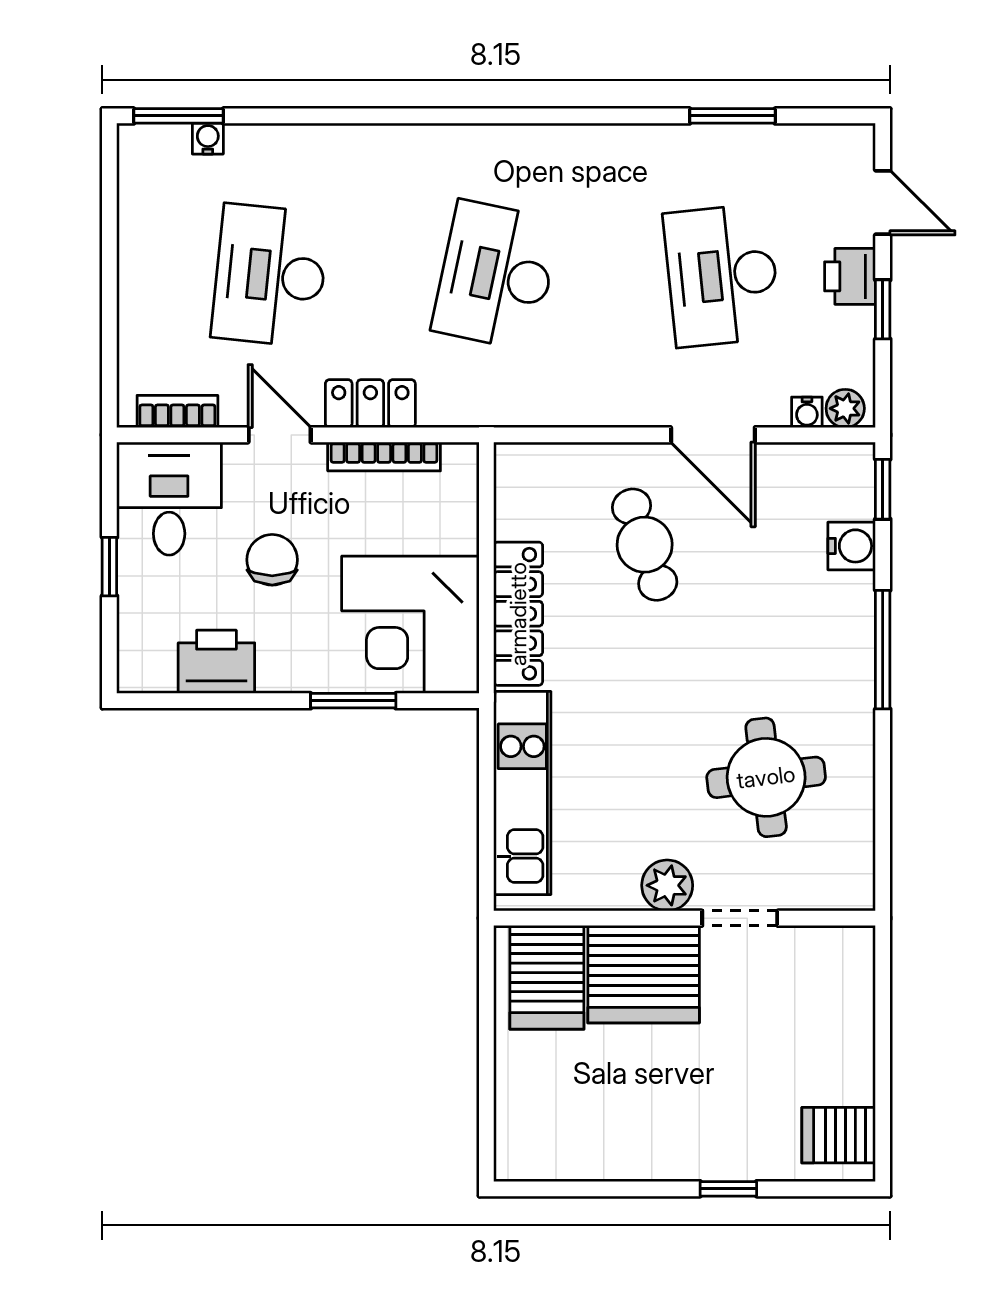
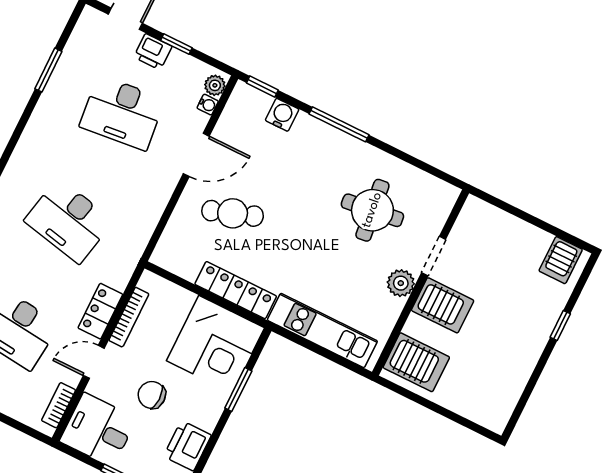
server rack: (644, 974) -> (443, 305), width x0.62

